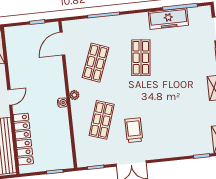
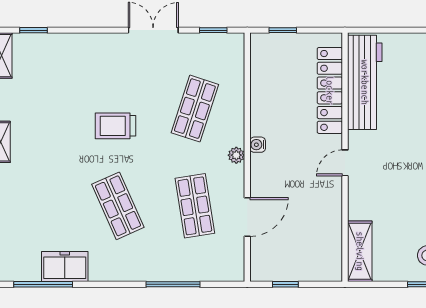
freezer: (168, 19) -> (65, 267), width x0.71
door: (62, 44) -> (247, 217), moved
shop shelf: (141, 58) -> (118, 206), turned -30
shop shelf: (96, 63) -> (195, 206), turned -30
trolley: (134, 130) -> (116, 126), moved, turned 90

